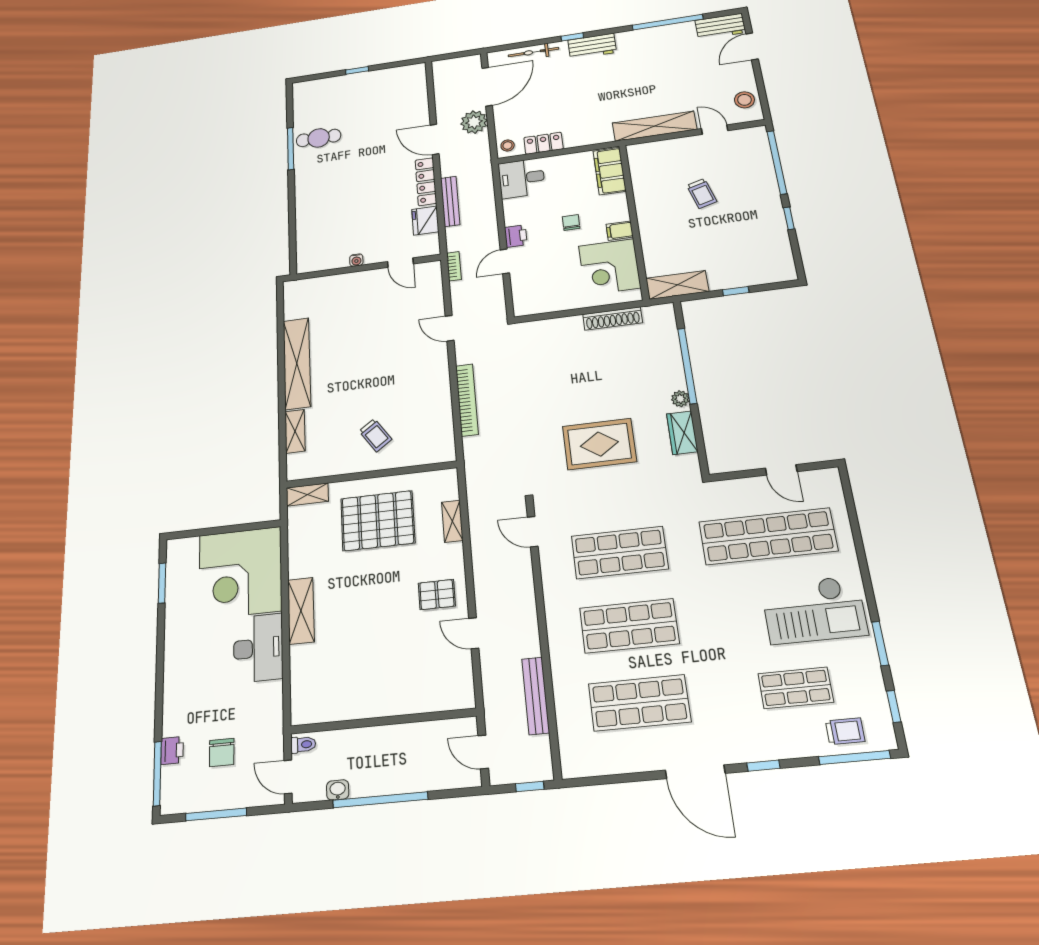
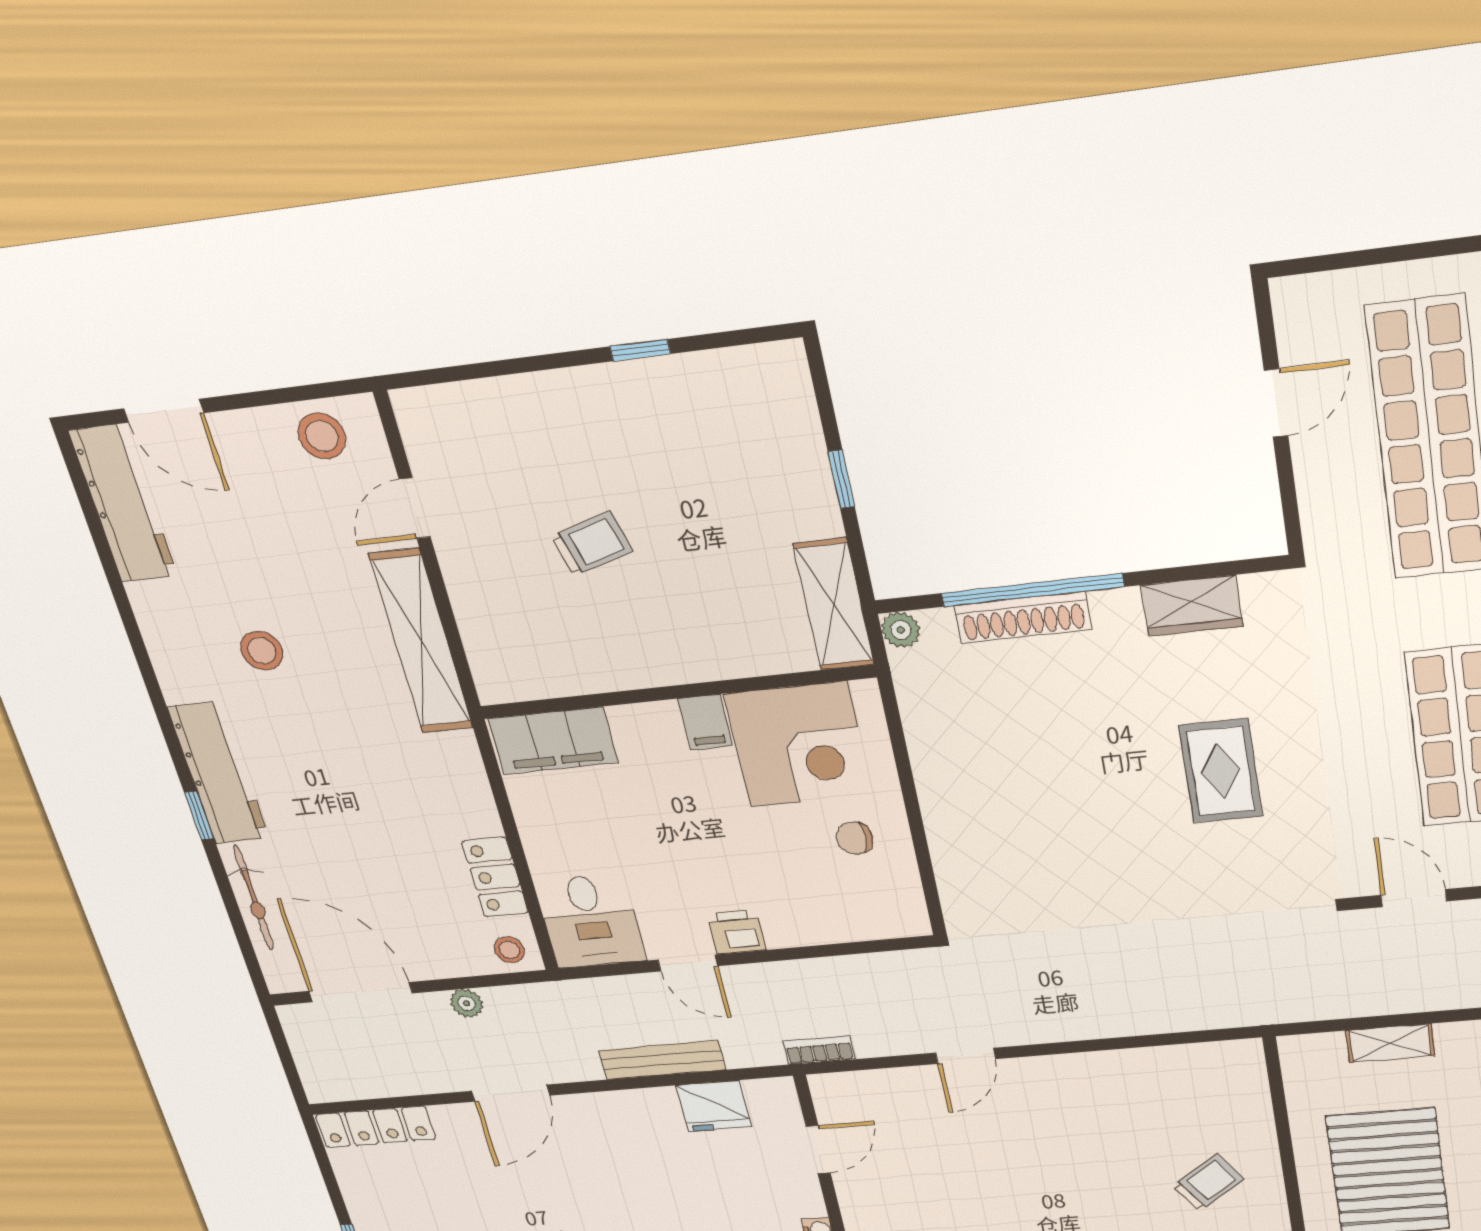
window: (668, 22) -> (123, 605), removed
workbench: (720, 26) -> (123, 504), width x1.38
workbench: (592, 46) -> (218, 773), width x1.38
stool: (649, 68) -> (262, 651), added
plant: (474, 122) -> (467, 1003), width x0.53, depth x0.53
window: (777, 162) -> (489, 369), removed
locker: (426, 182) -> (376, 1127), moved
chair: (571, 223) -> (855, 838), moved
door: (505, 261) -> (688, 963), moved
shoe rack: (613, 318) -> (1023, 617), moved, turned 90
plant: (680, 399) -> (901, 630), moved
bookcase: (467, 400) -> (1127, 1021), removed
rug: (599, 444) -> (1221, 771), width x0.73, depth x0.70
door: (533, 532) -> (1414, 898), swing flipped

